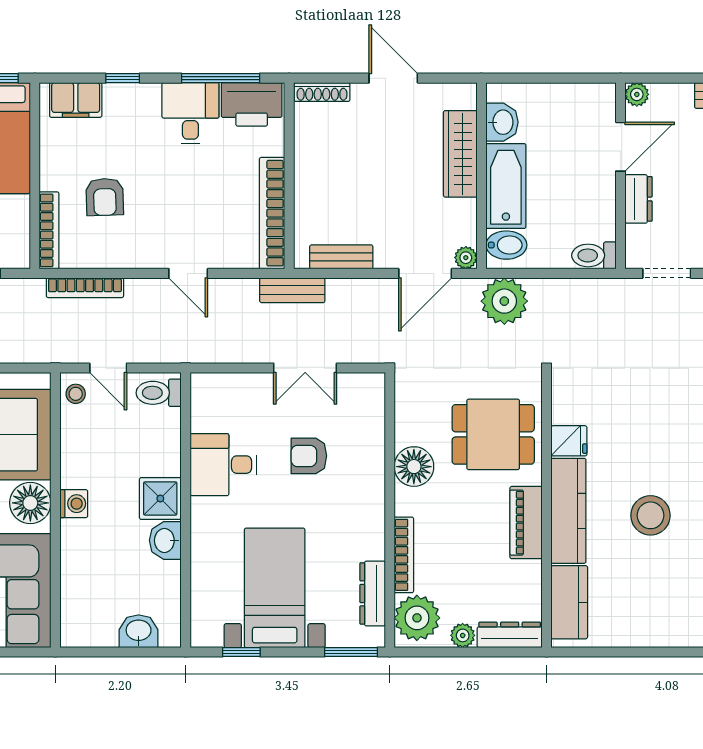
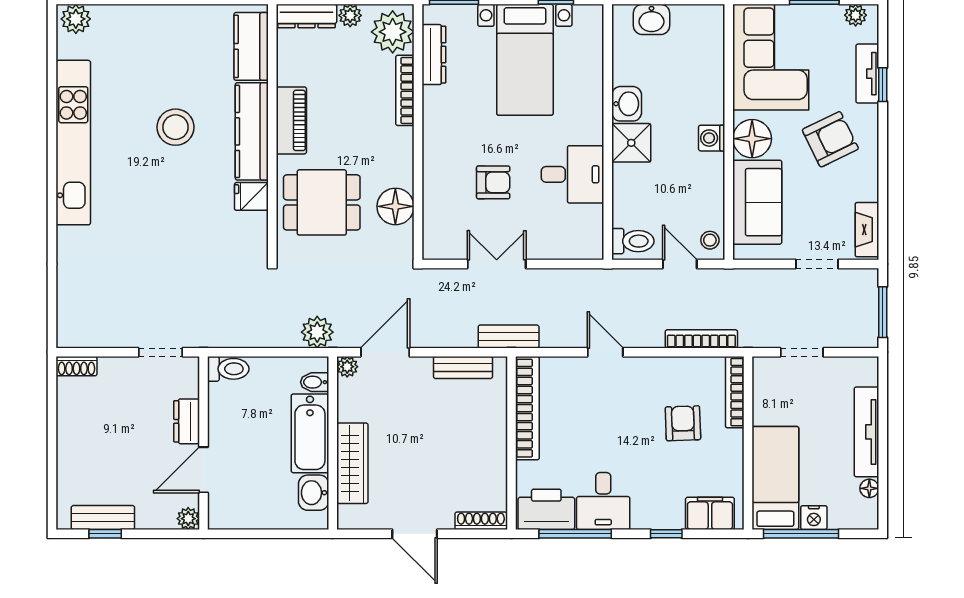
bidet: (506, 245) -> (315, 382), width x0.72, depth x0.74
plant: (504, 301) -> (317, 332), width x0.73, depth x0.73
floor lamp: (414, 467) -> (395, 206), moved

